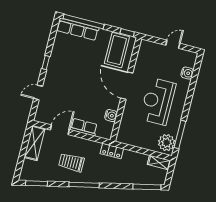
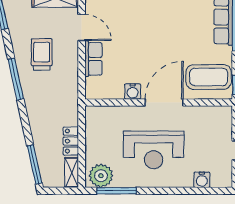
reception desk: (158, 101) -> (154, 150), turned 180
water cooler: (111, 116) -> (133, 91), moved
locker: (112, 151) -> (71, 141), moved

